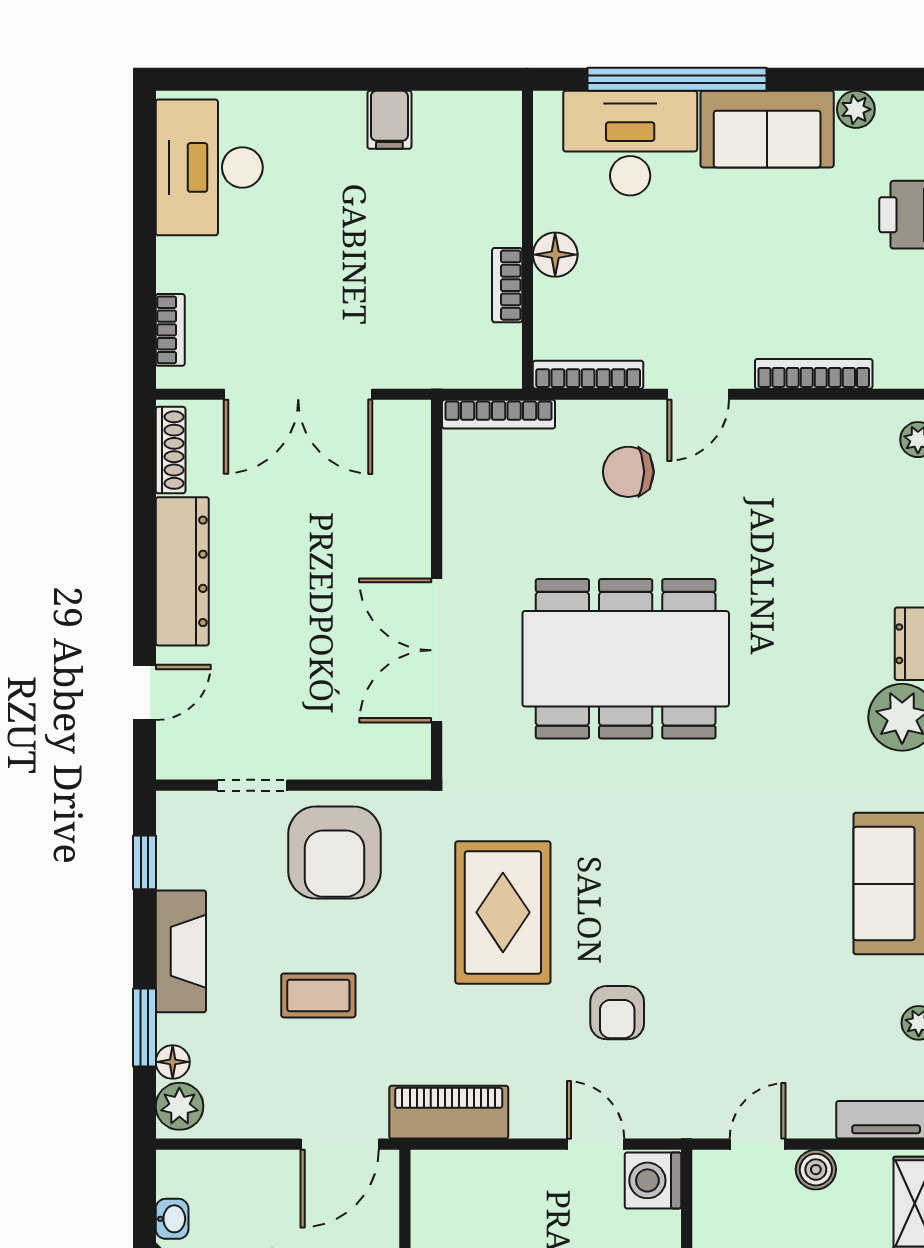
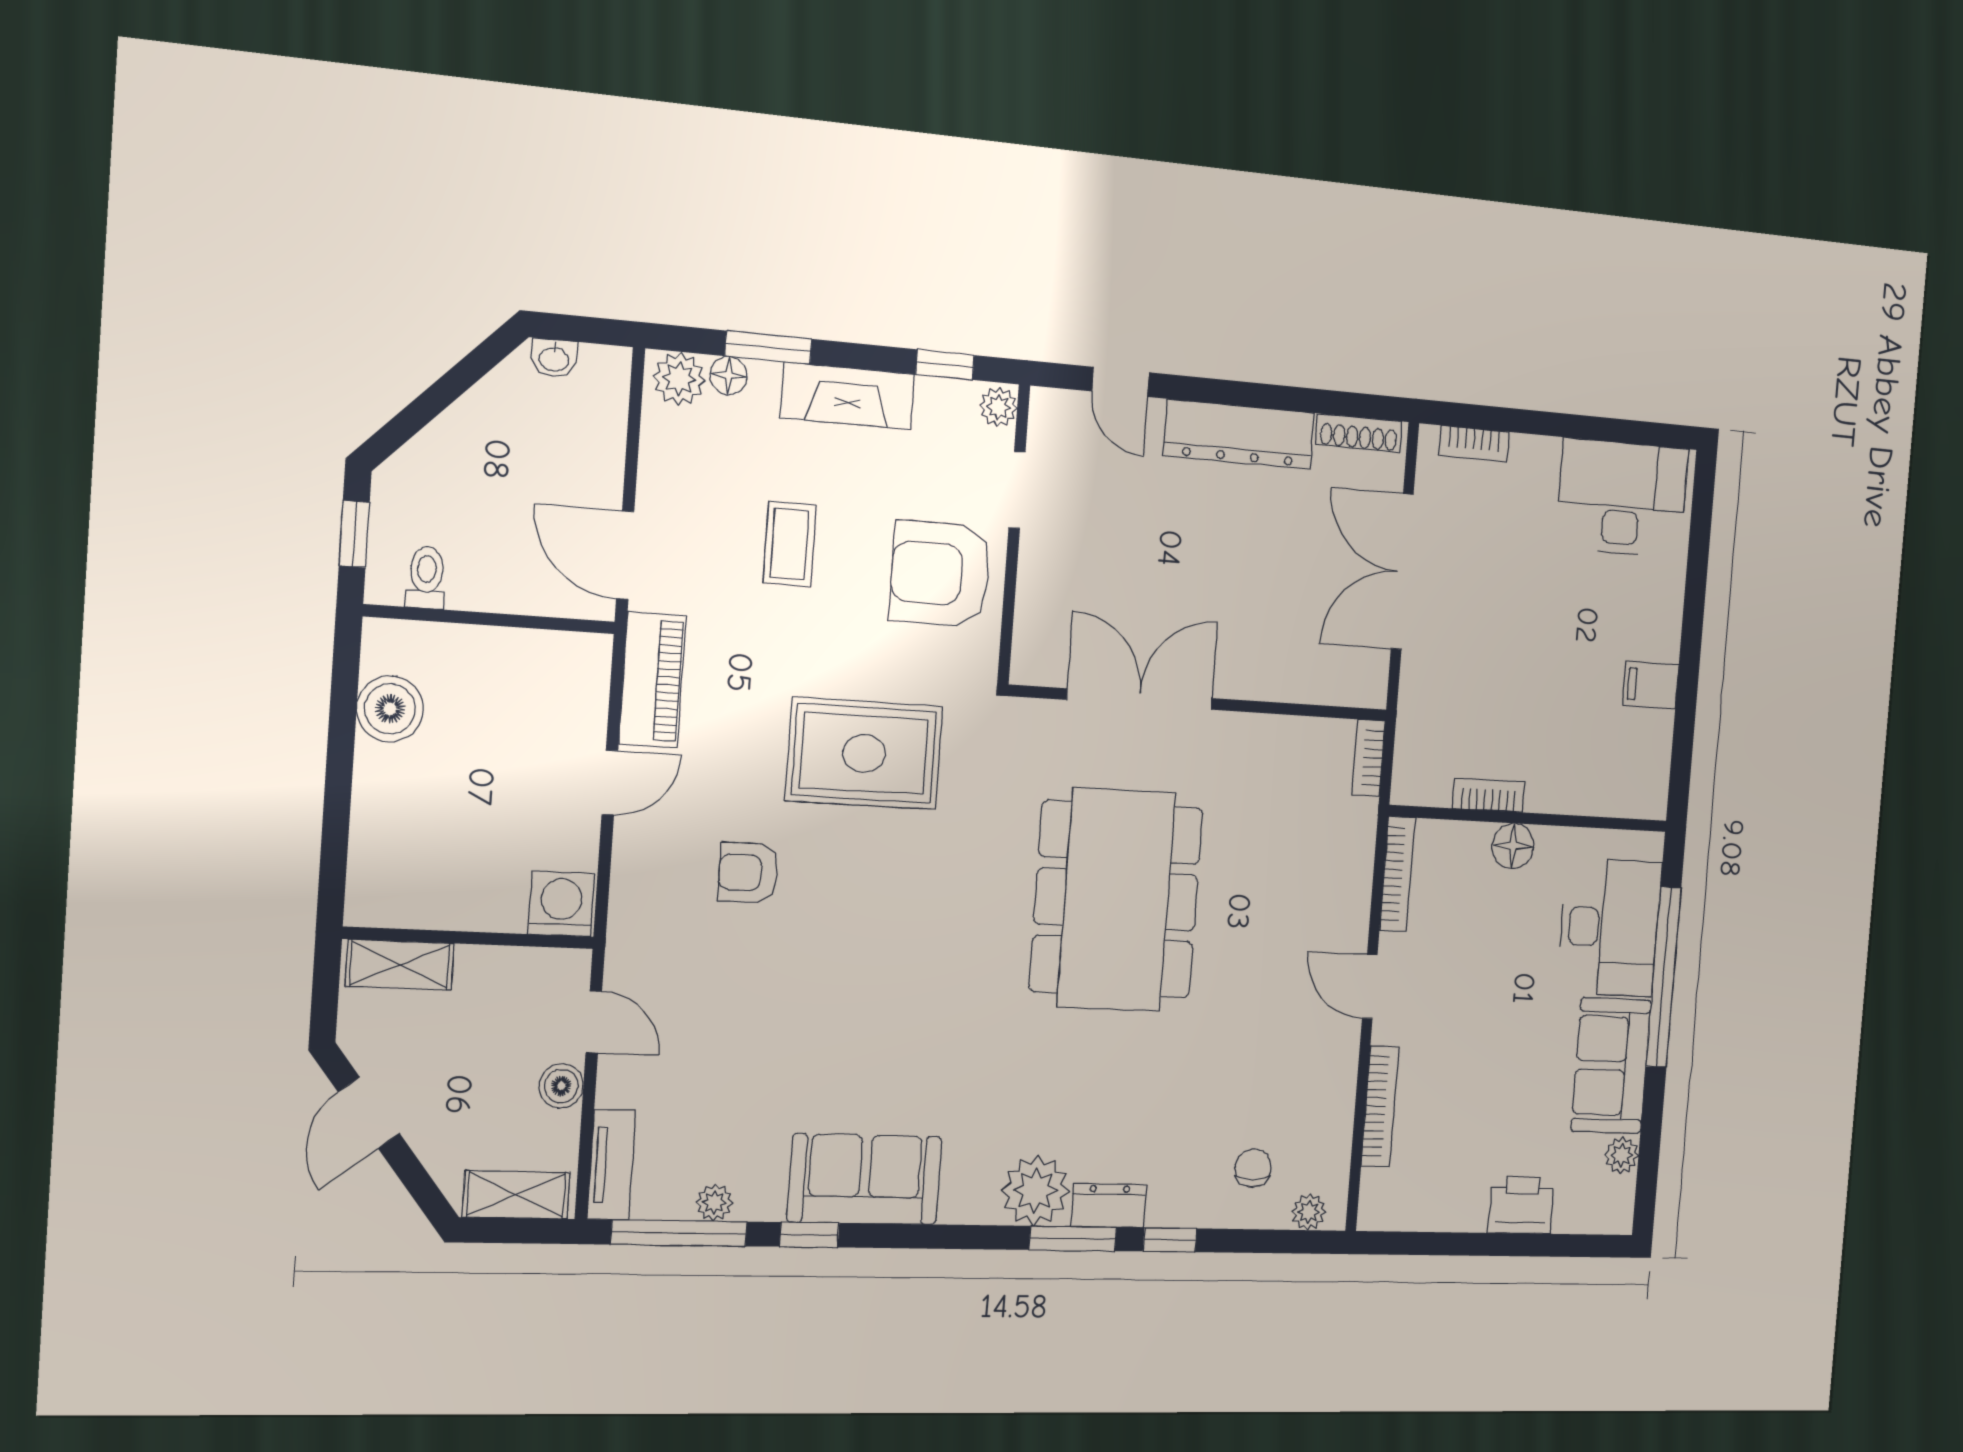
bookcase: (499, 414) -> (1368, 758), width x0.64
chair: (628, 472) -> (1253, 1168), moved, width x0.73, depth x0.73
plant: (178, 809) -> (998, 407), added
door: (596, 1144) -> (610, 783), moved

